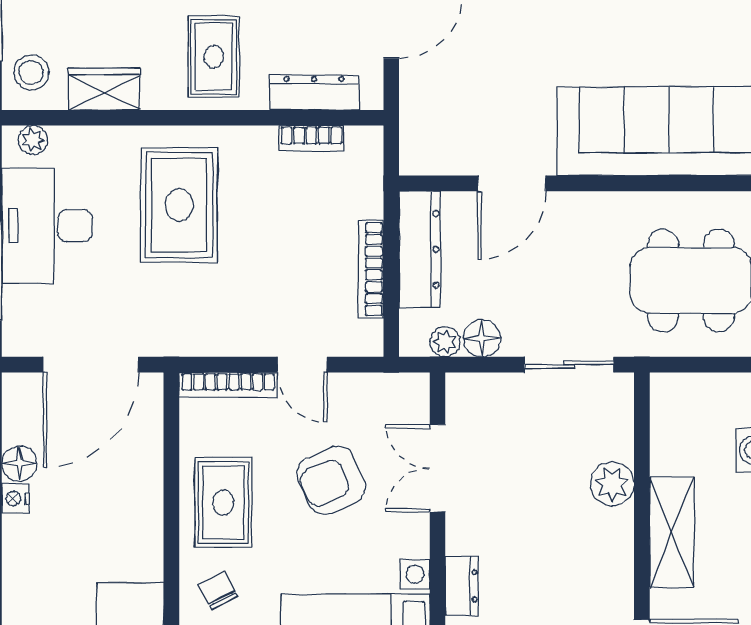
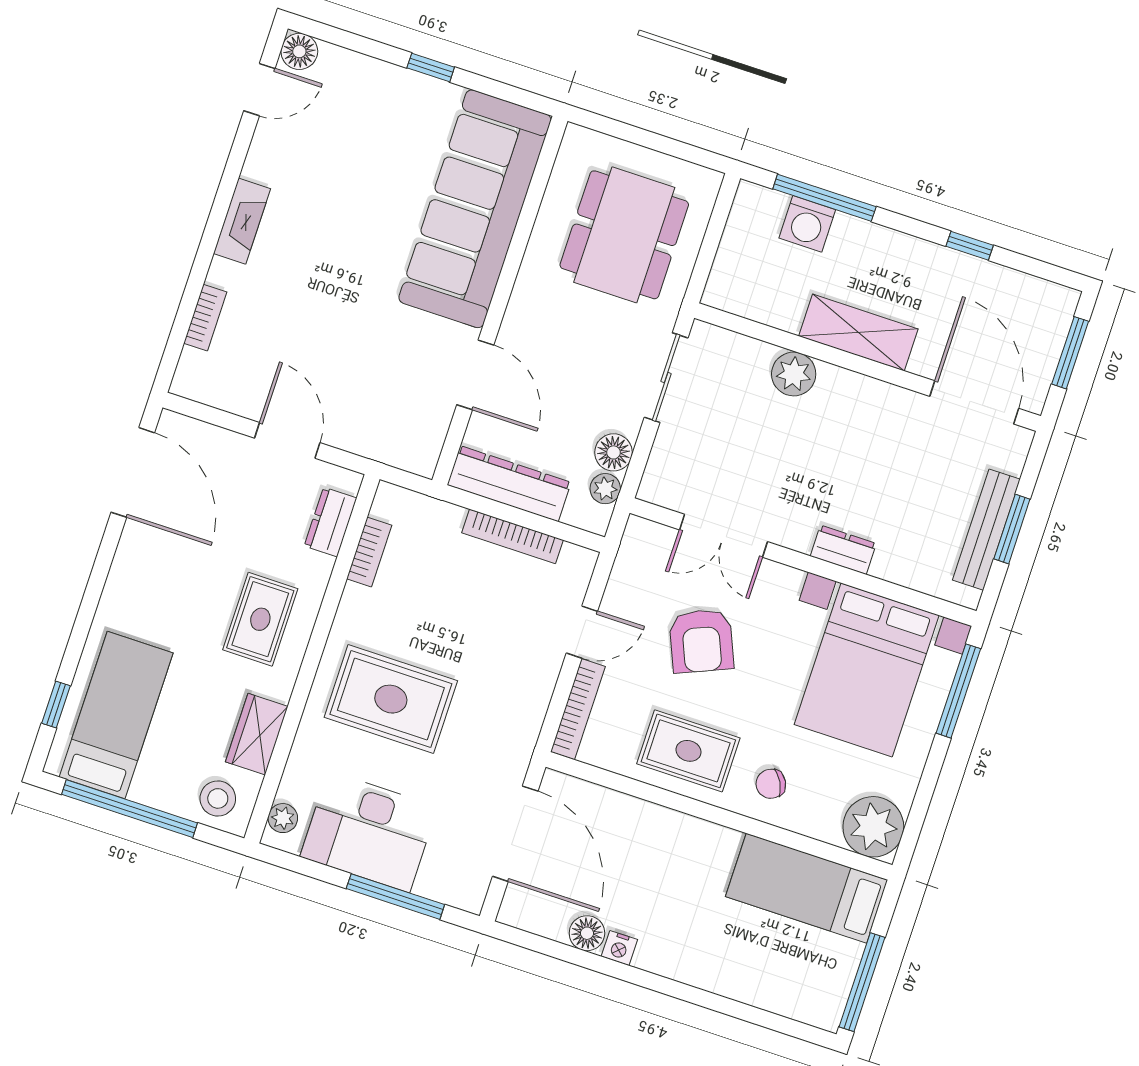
rug: (214, 57) -> (260, 619), turned 90
dresser: (314, 93) -> (330, 522), width x0.70

